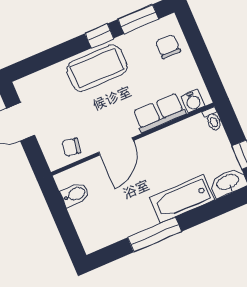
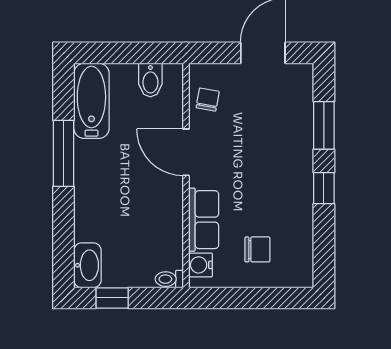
window: (138, 19) -> (324, 125), moved
chair: (168, 47) -> (257, 249), moved
coffee table: (97, 68) -> (287, 169), removed
bathtub: (182, 199) -> (91, 101), moved

